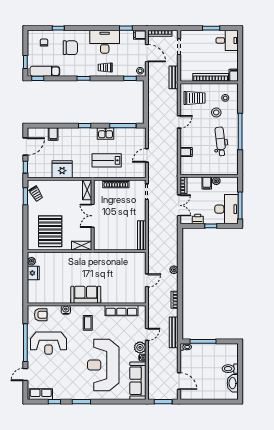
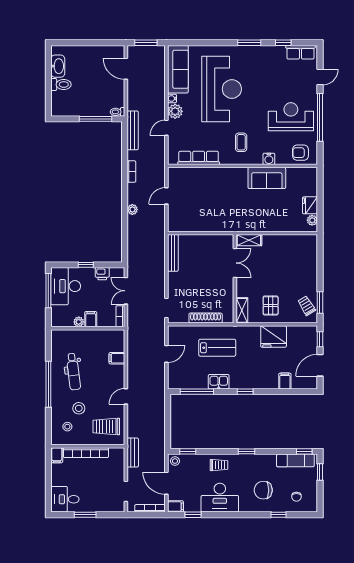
double door: (93, 216) -> (235, 263), moved
pallet: (50, 231) -> (271, 306), moved, width x0.49, depth x0.50
sofa: (86, 295) -> (267, 178), moved

